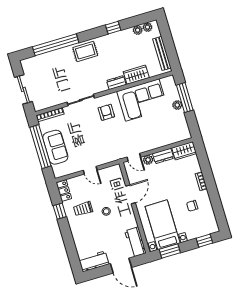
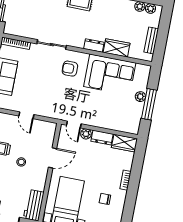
bench: (162, 53) -> (151, 40), width x0.73
window: (185, 98) -> (149, 104), moved
armchair: (106, 112) -> (70, 69), turned -90

